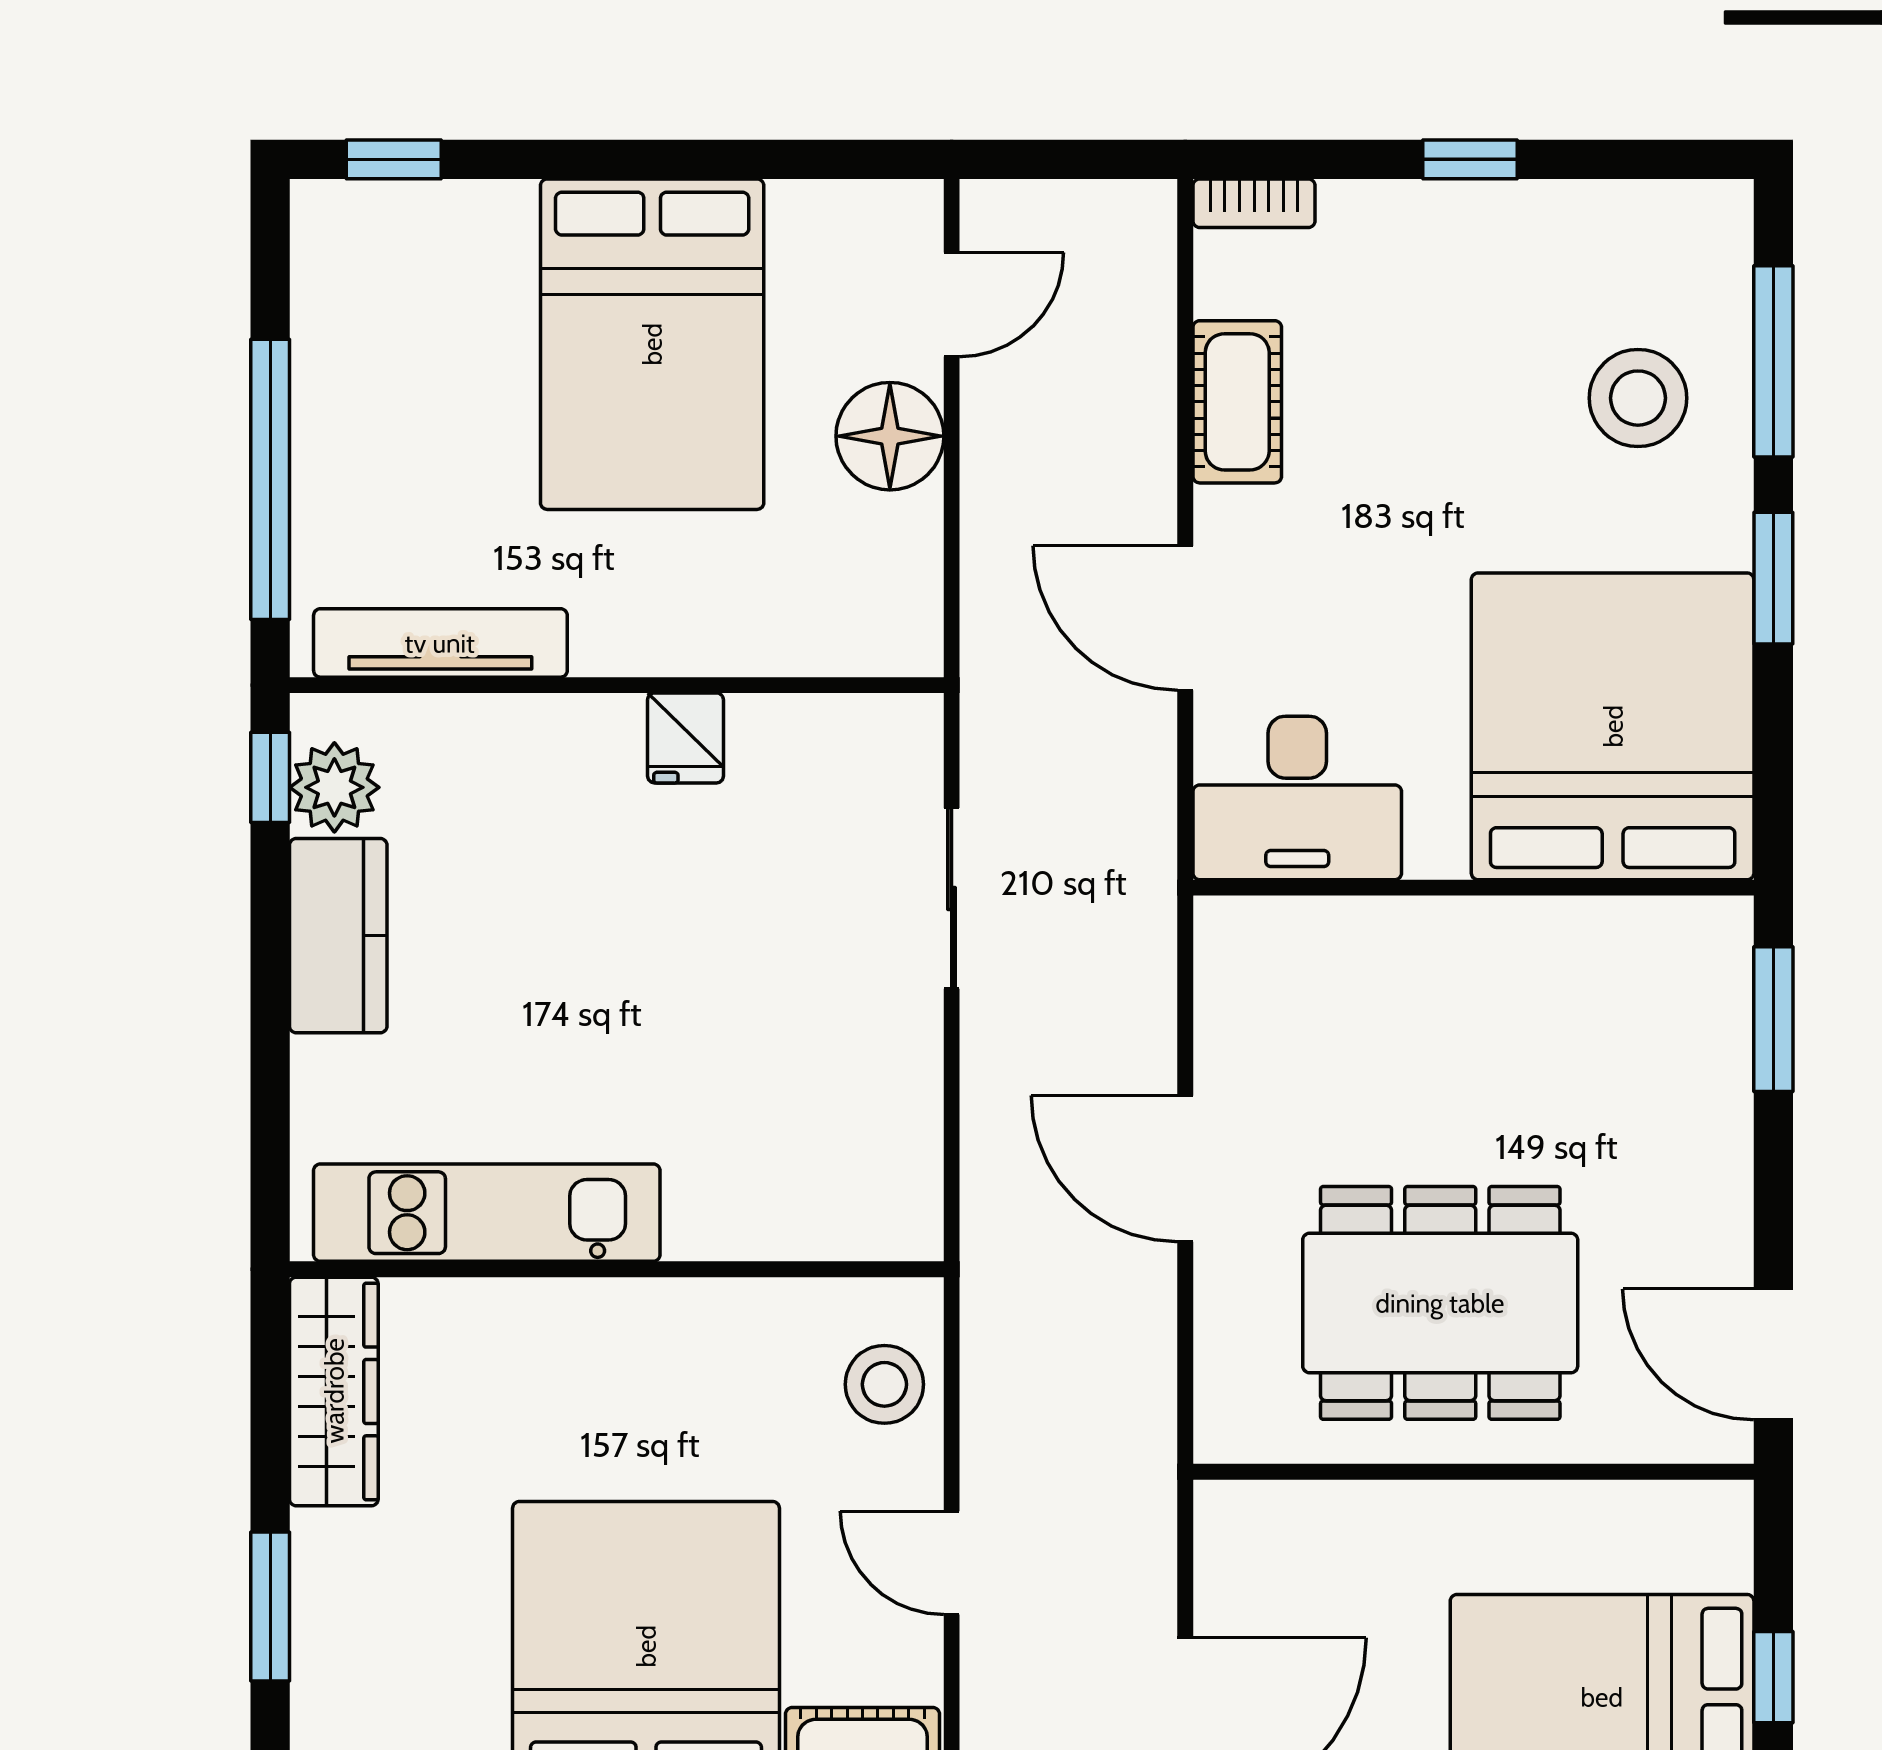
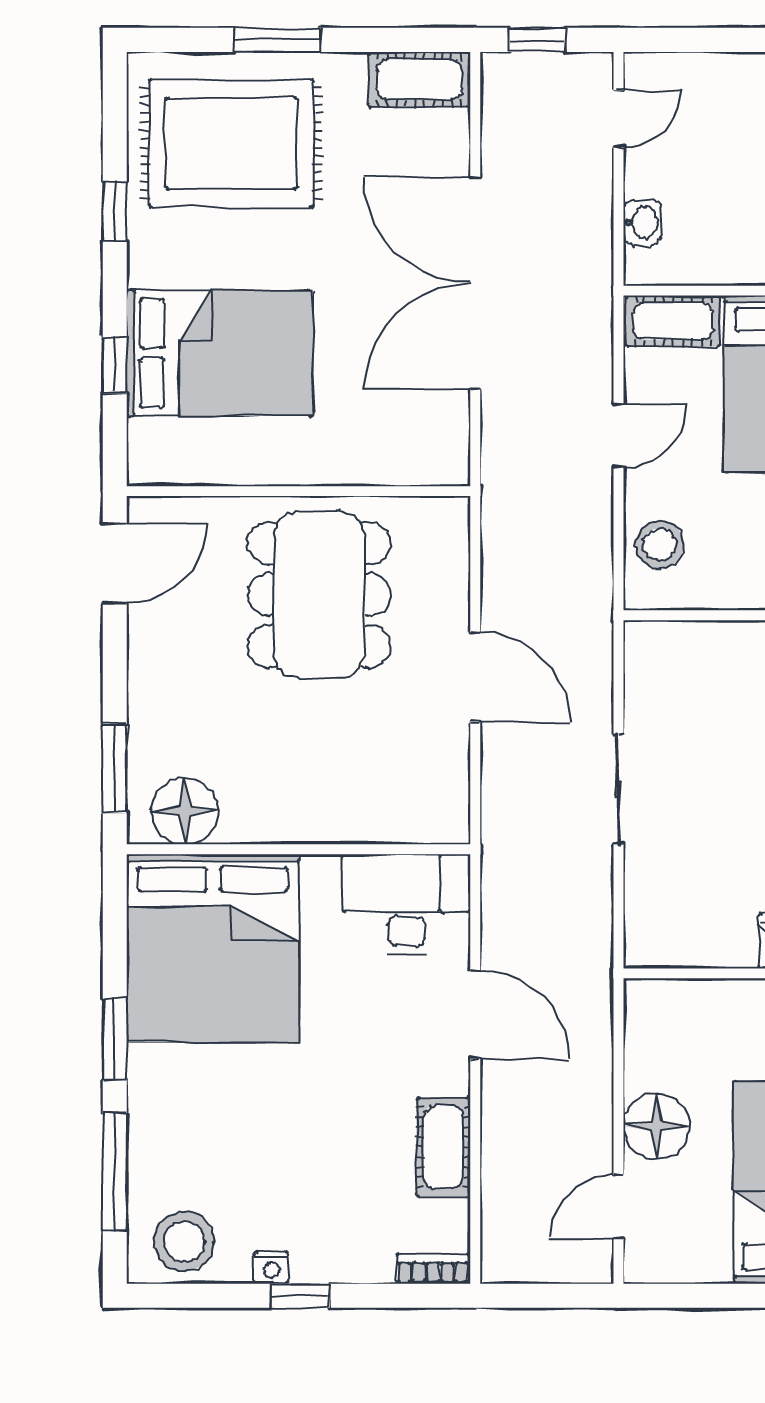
nightstand: (1518, 205) -> (271, 1268), added
stool: (1638, 398) -> (184, 1241), moved
sliding door: (952, 898) -> (619, 789), moved
floor lamp: (1659, 950) -> (185, 811), added
dining table: (1440, 1303) -> (319, 595), turned 90
door: (1773, 1354) -> (115, 563), hinge flipped
door: (952, 1563) -> (619, 435), hinge flipped

